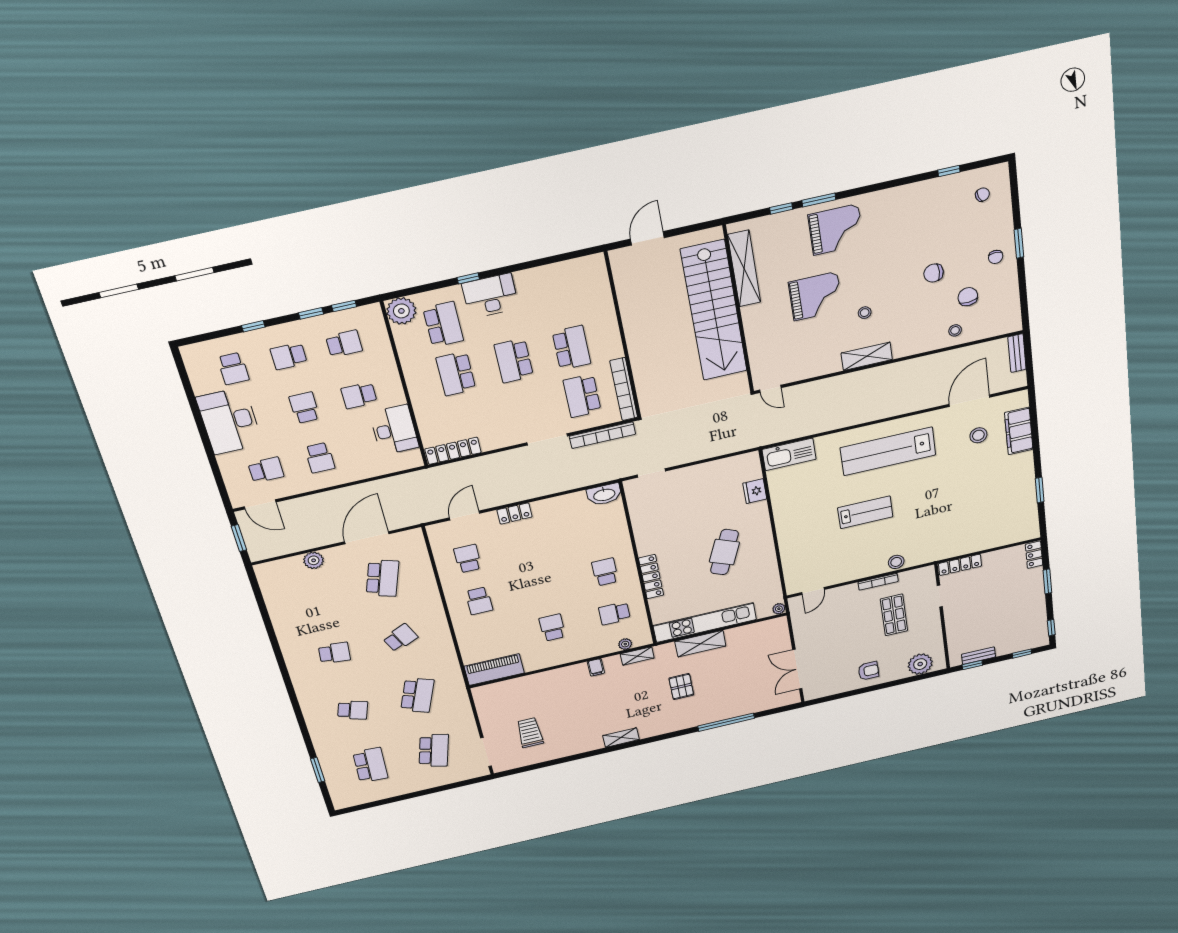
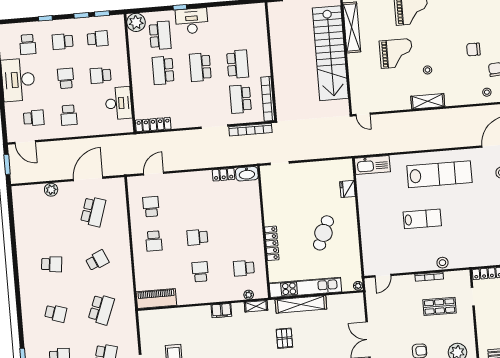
lab bench: (888, 451) -> (439, 174), turned 180
locker: (514, 513) -> (223, 175), moved
school desk: (605, 572) -> (197, 237), moved, turned -90
shop shelf: (894, 615) -> (440, 306), turned 90
shelving: (700, 644) -> (301, 304), width x1.47
filing cabinet: (596, 667) -> (221, 311), width x2.00

